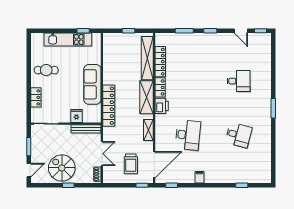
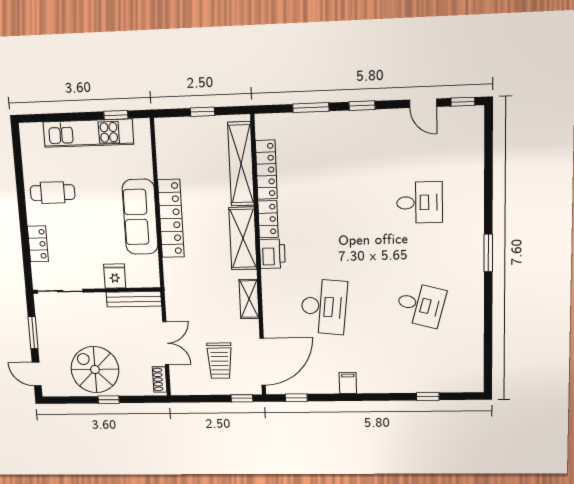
locker: (109, 106) -> (171, 218), moved
door: (29, 170) -> (37, 374), swing flipped

